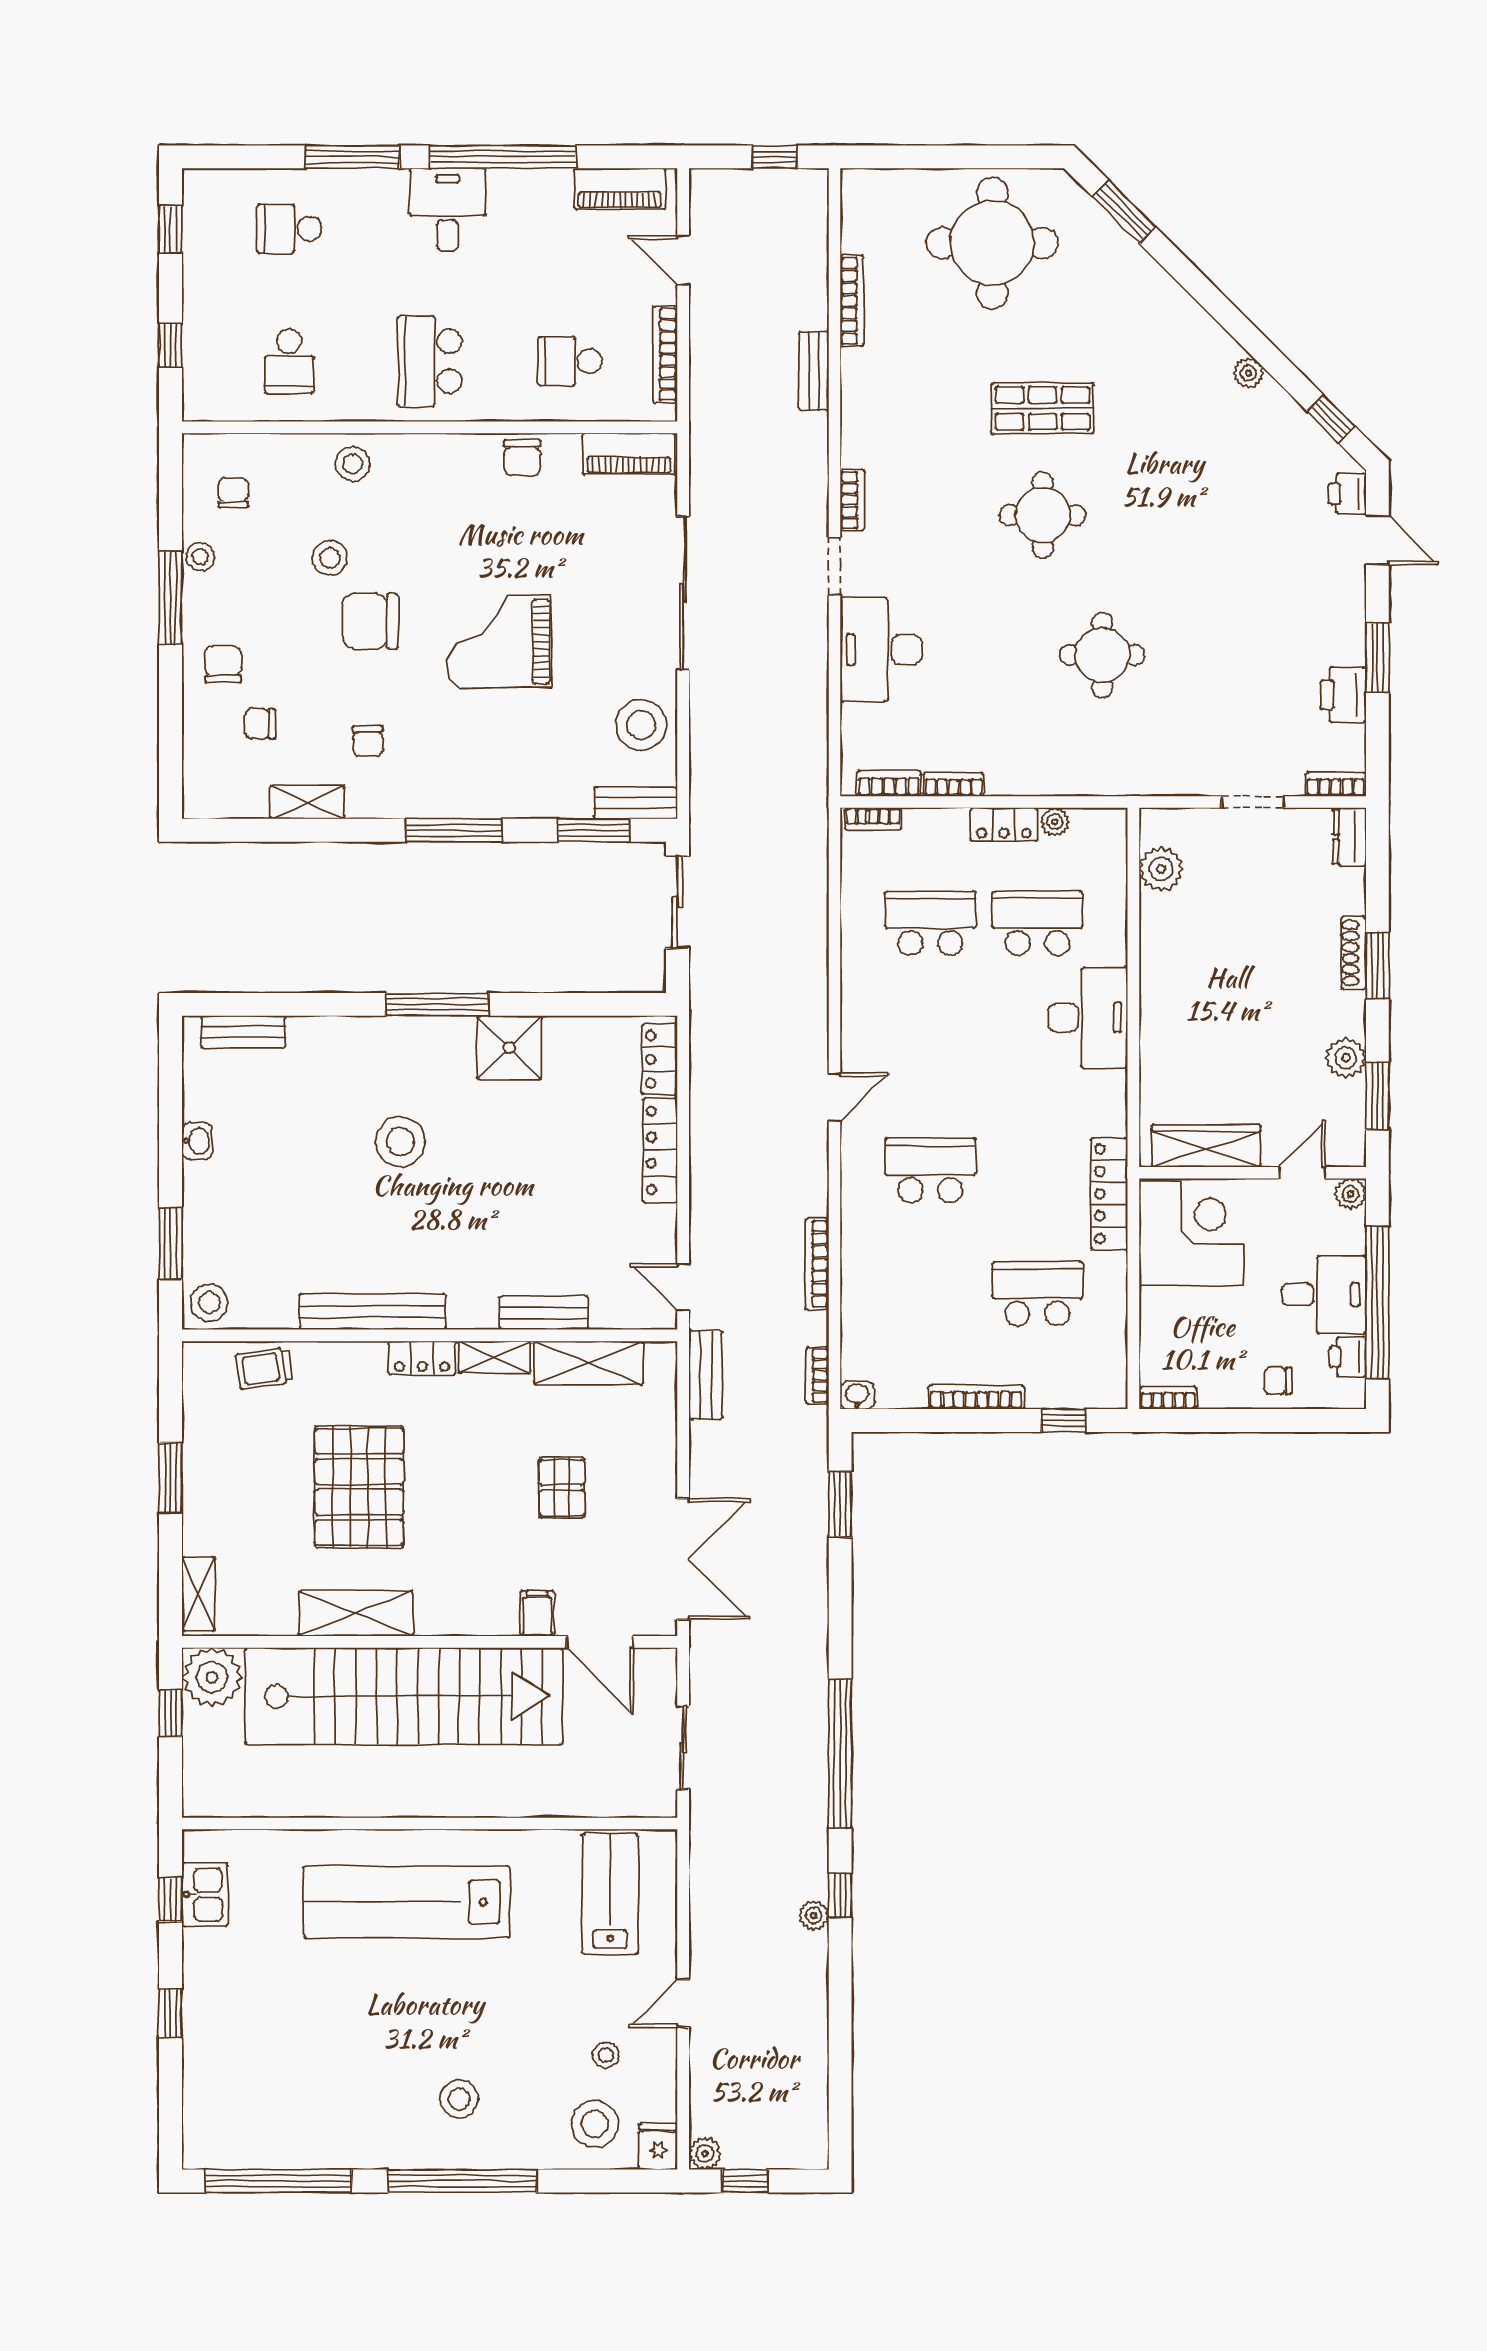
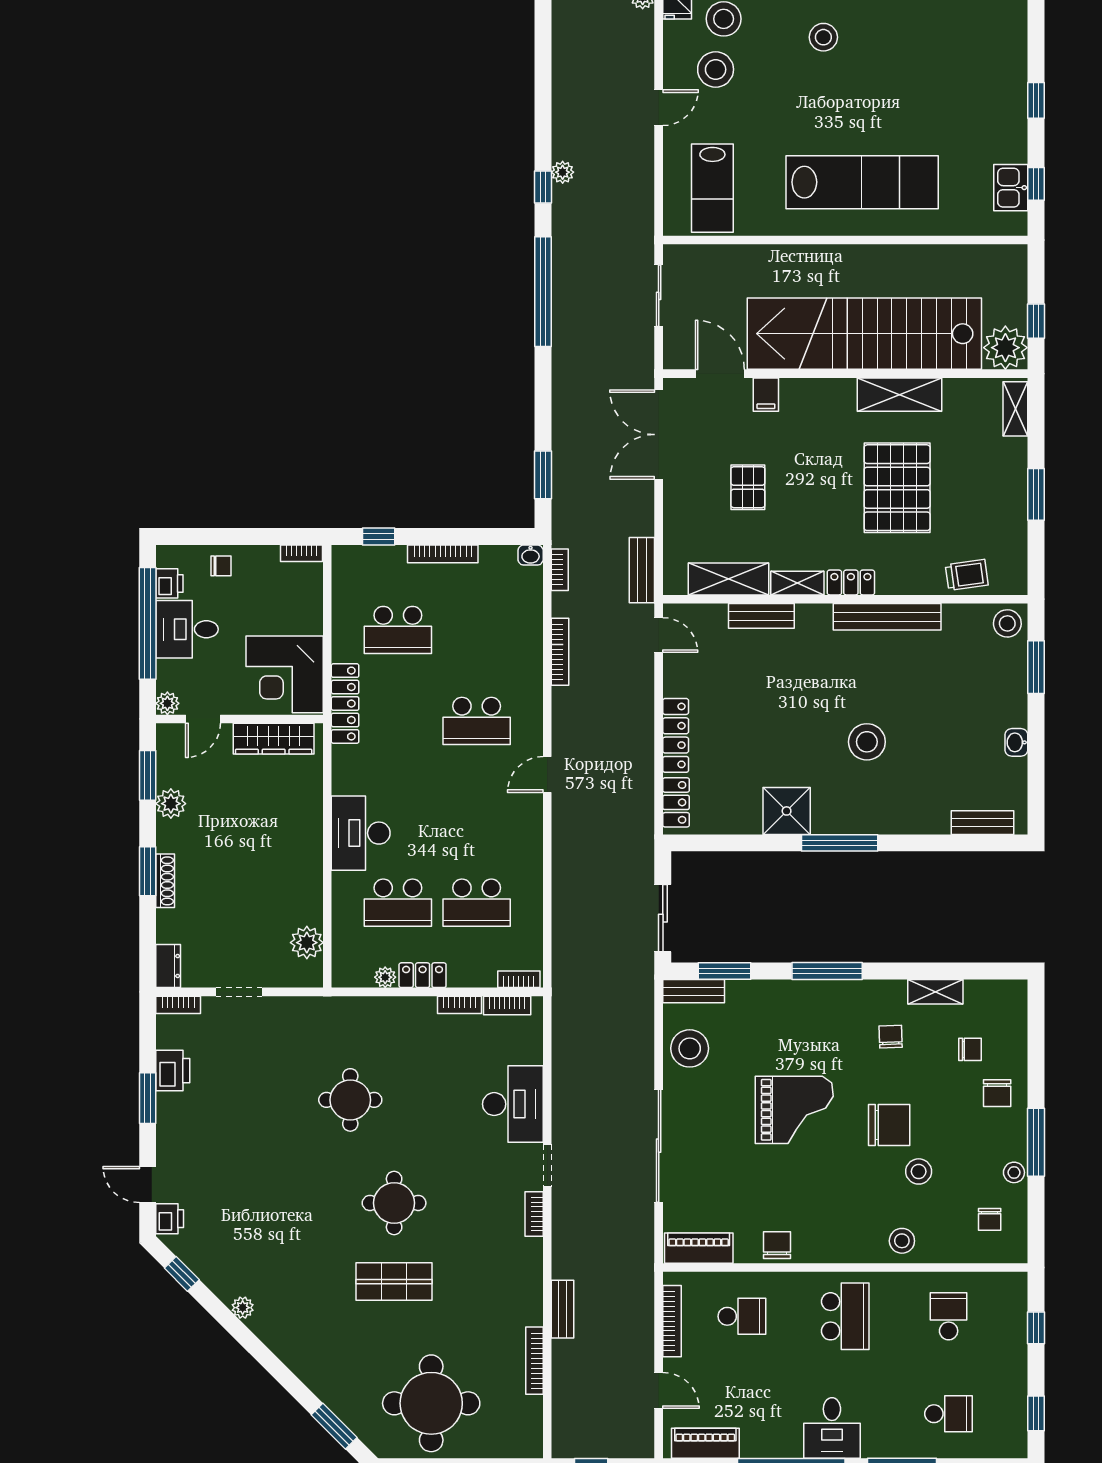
stool: (606, 2055) -> (716, 69), width x1.89, depth x1.89

